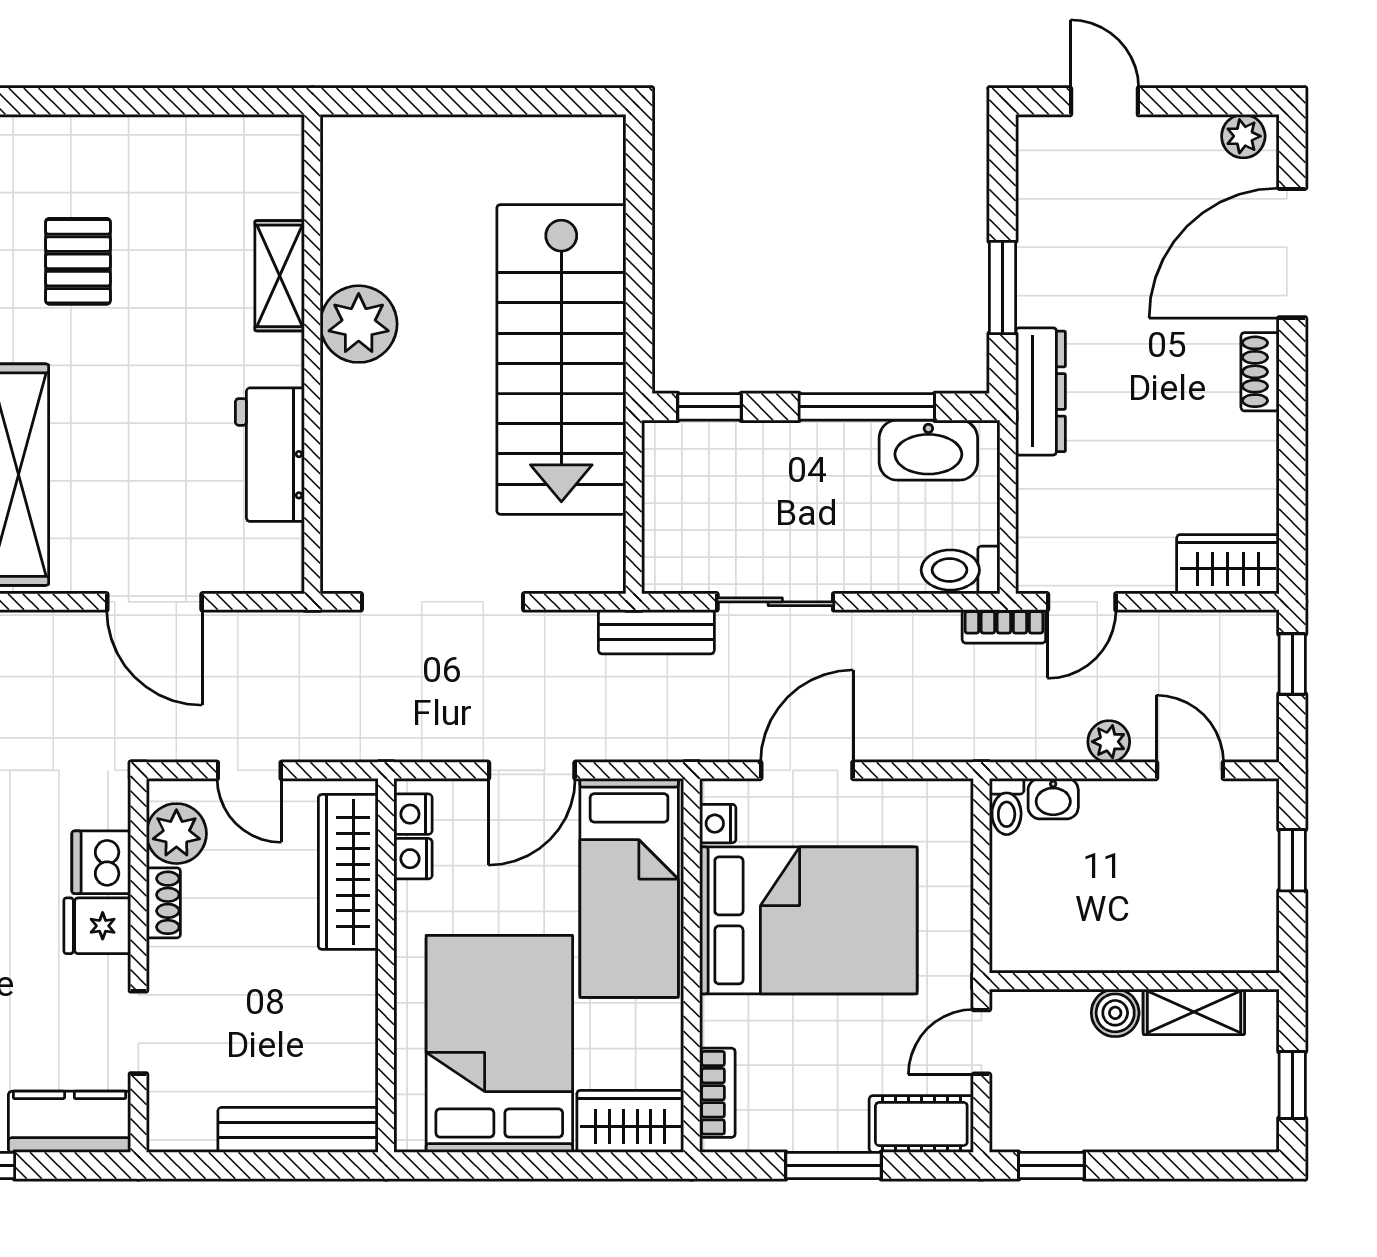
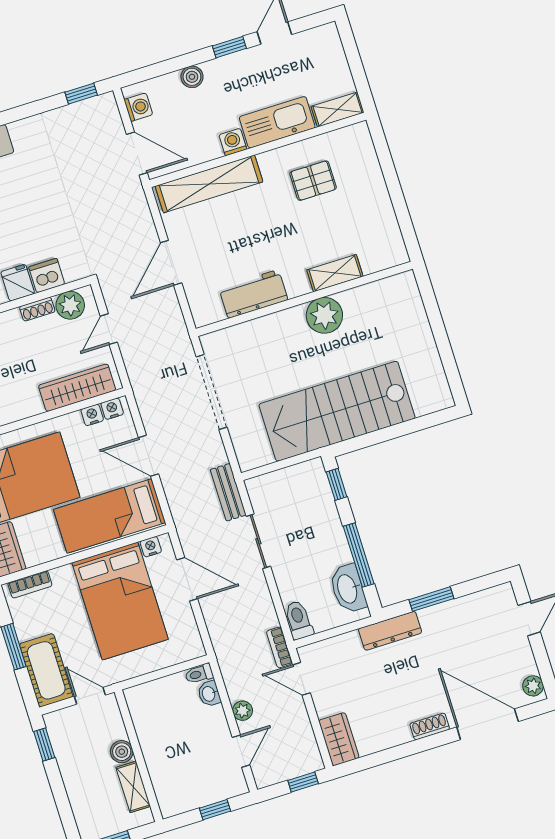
cot: (921, 1124) -> (46, 670), width x1.37, depth x1.34

